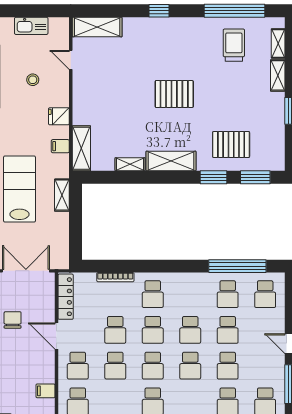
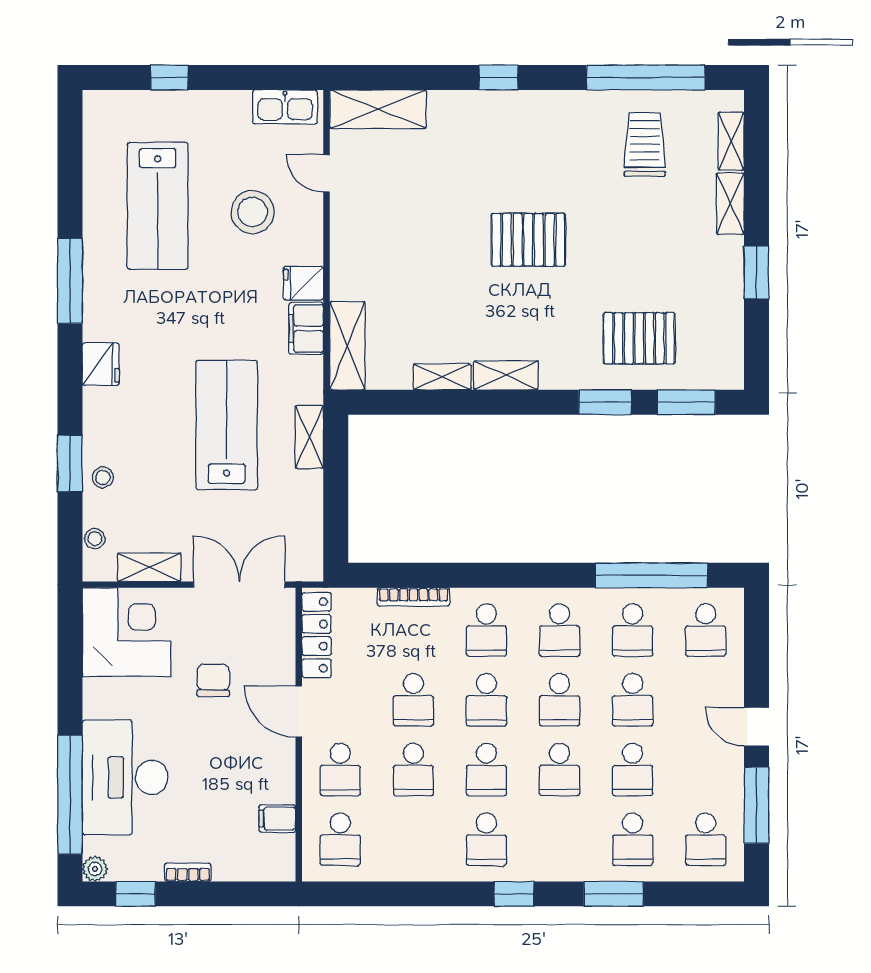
kitchen sink: (31, 26) -> (285, 107), moved
stool: (33, 80) -> (252, 212), width x1.89, depth x1.89
filing cabinet: (60, 146) -> (306, 328), width x2.00
shelving: (171, 161) -> (506, 375), width x0.67, depth x0.75
school desk: (190, 294) -> (559, 630), added

